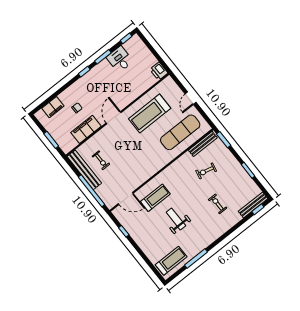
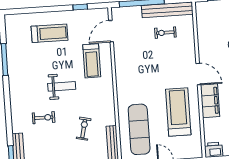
filing cabinet: (86, 129) -> (210, 101), moved
weight bench: (176, 219) -> (62, 86), moved
treadmill: (171, 261) -> (49, 33), moved, turned -90

